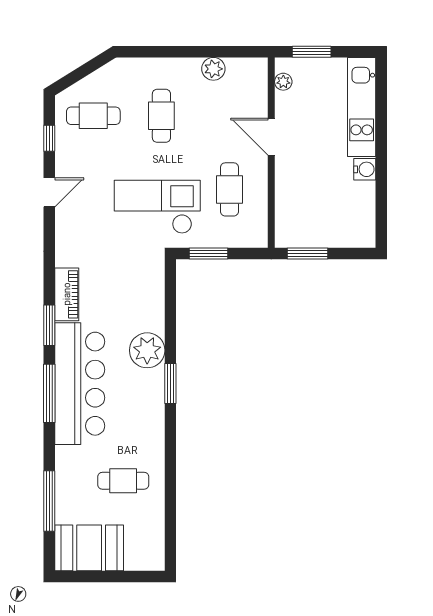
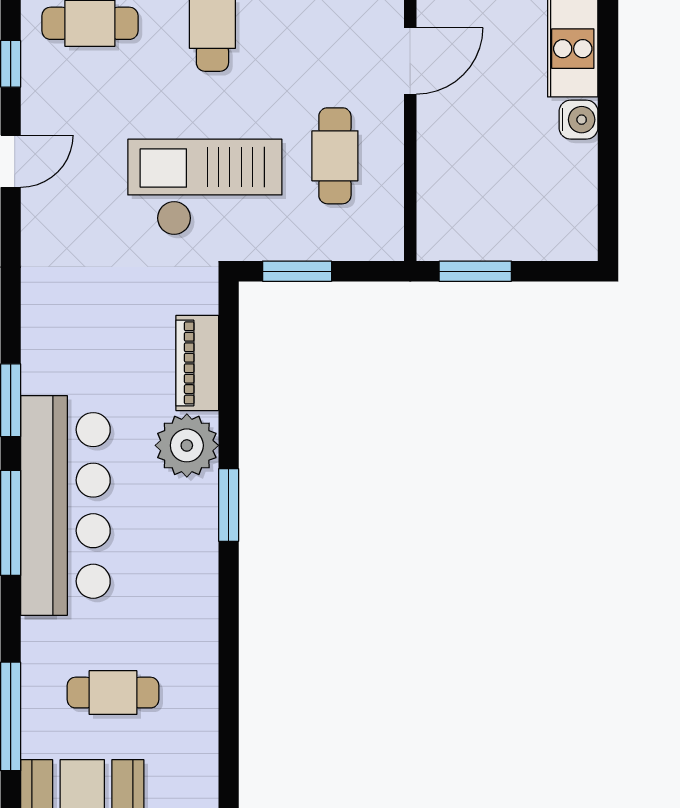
door: (271, 137) -> (410, 61), swing flipped
piano: (67, 294) -> (197, 363), moved, turned 180
cafe table: (123, 481) -> (113, 693), moved

